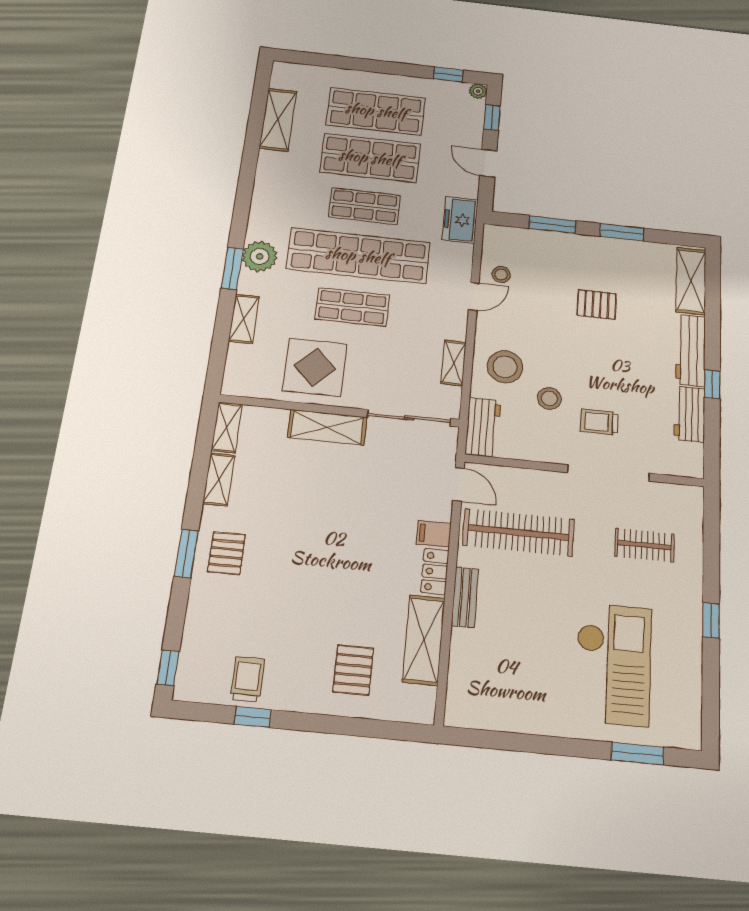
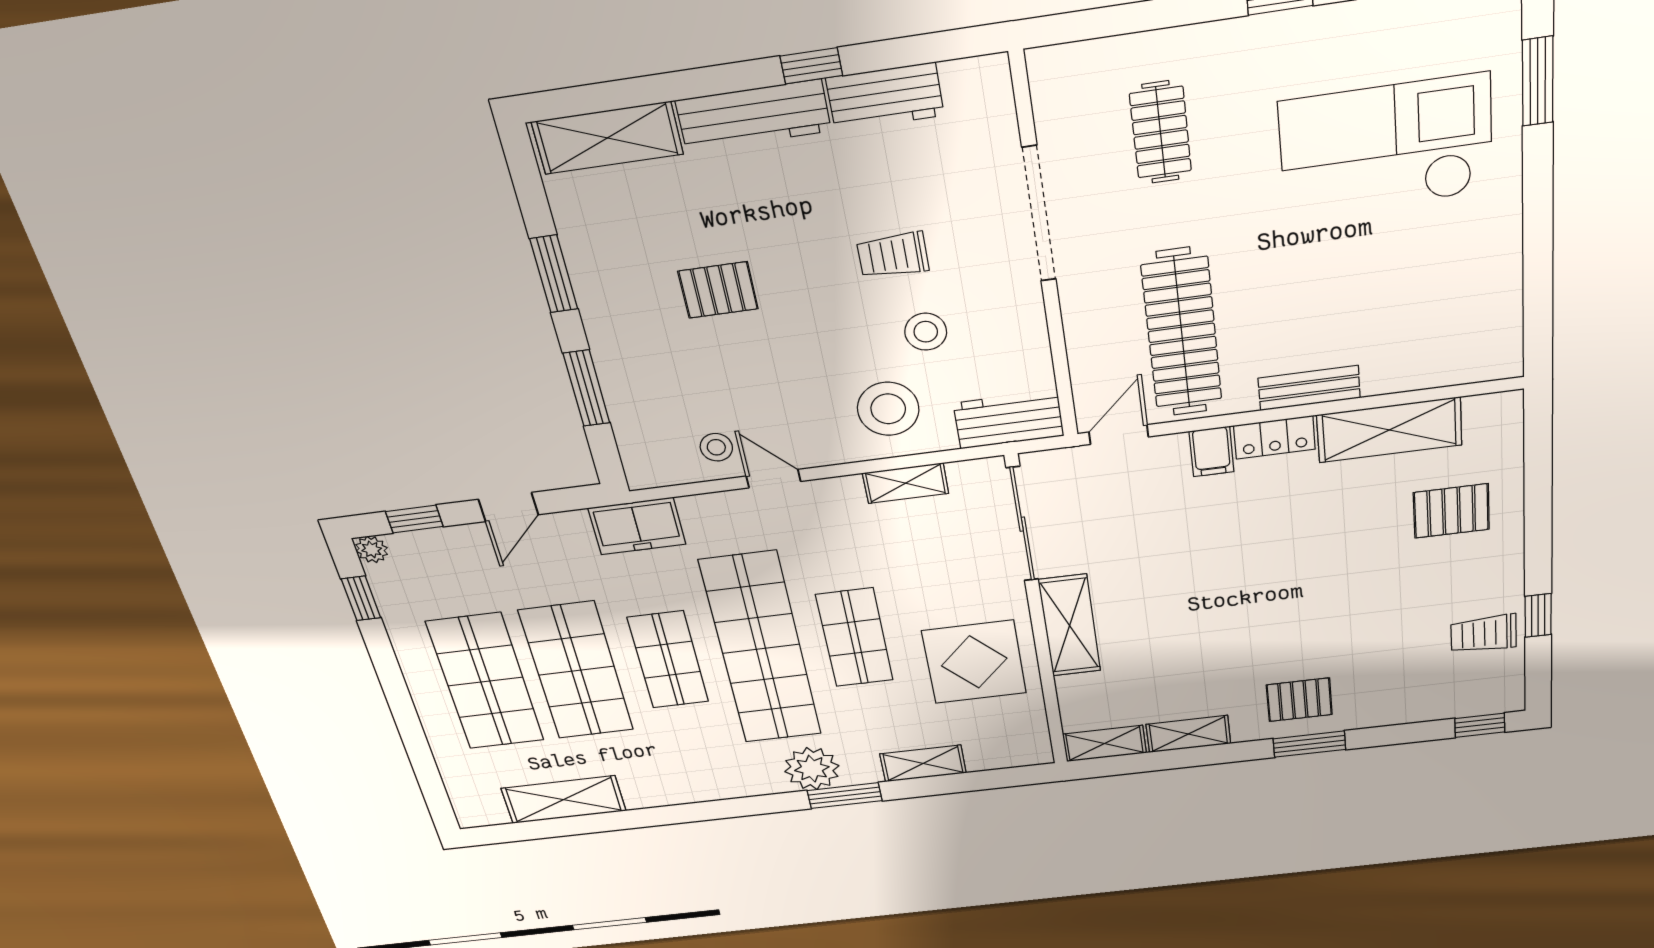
pallet: (597, 305) -> (718, 290), turned 90
trolley: (599, 422) -> (893, 255), moved, turned 90

